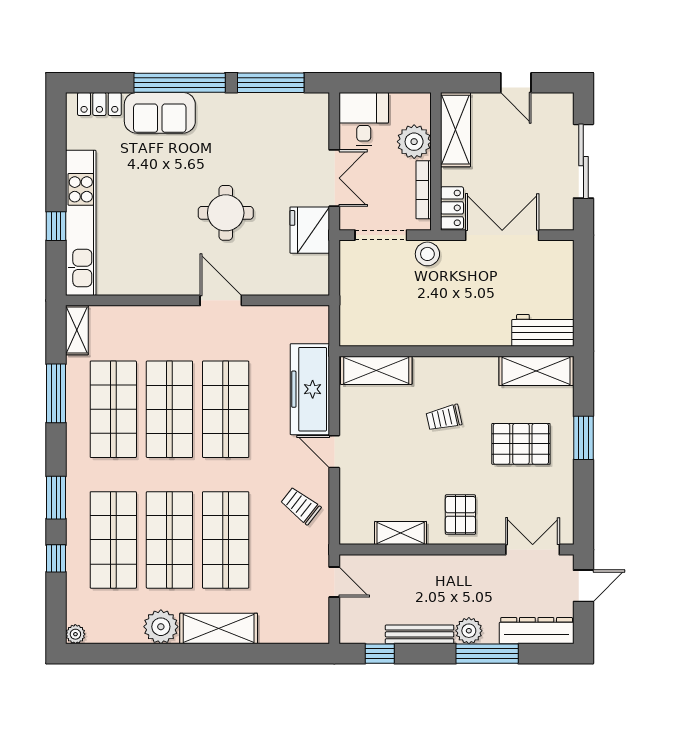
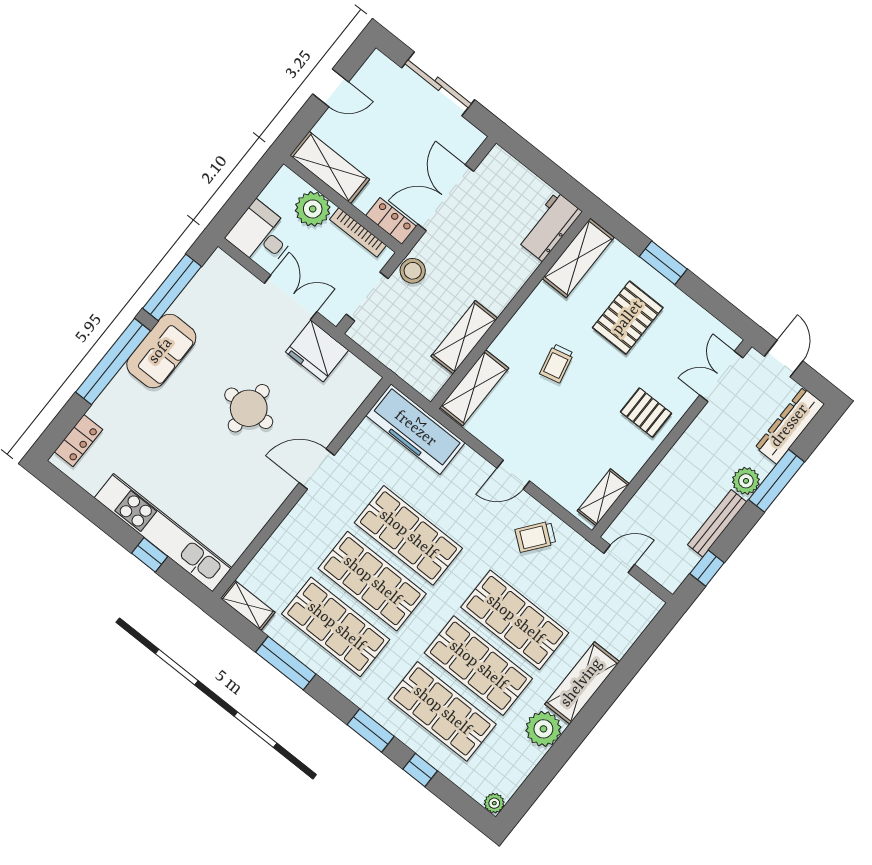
sofa: (160, 113) -> (161, 351), moved
shelving: (408, 333) -> (464, 337), added
freezer: (310, 389) -> (415, 429), moved
shelving: (401, 533) -> (603, 497), moved

